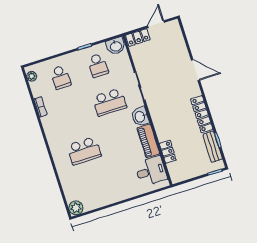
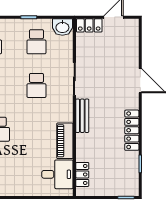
school desk: (110, 102) -> (36, 85), width x0.54
washbasin: (140, 117) -> (65, 112), removed
bench: (213, 147) -> (82, 116), moved
locker: (168, 152) -> (82, 174), moved

